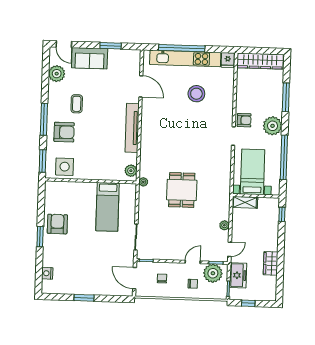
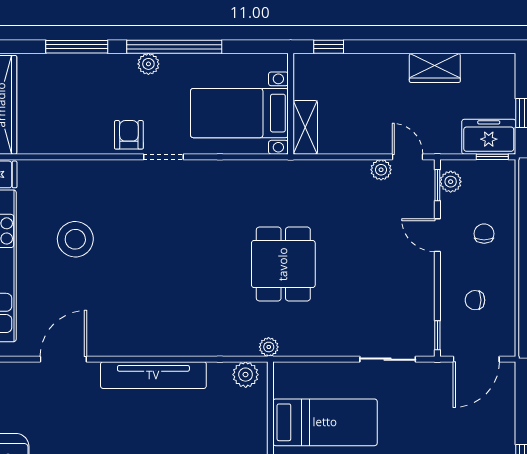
plant: (273, 126) -> (148, 64), width x0.53, depth x0.53
window: (284, 157) -> (174, 47), moved
dining table: (182, 190) -> (283, 264), turned 90
plant: (224, 225) -> (381, 170), moved
plant: (213, 273) -> (451, 182), width x0.53, depth x0.53
freezer: (238, 275) -> (489, 137), moved

